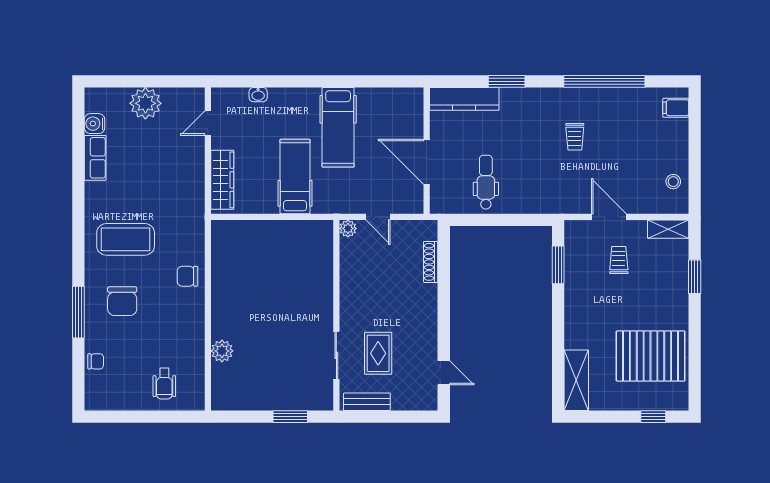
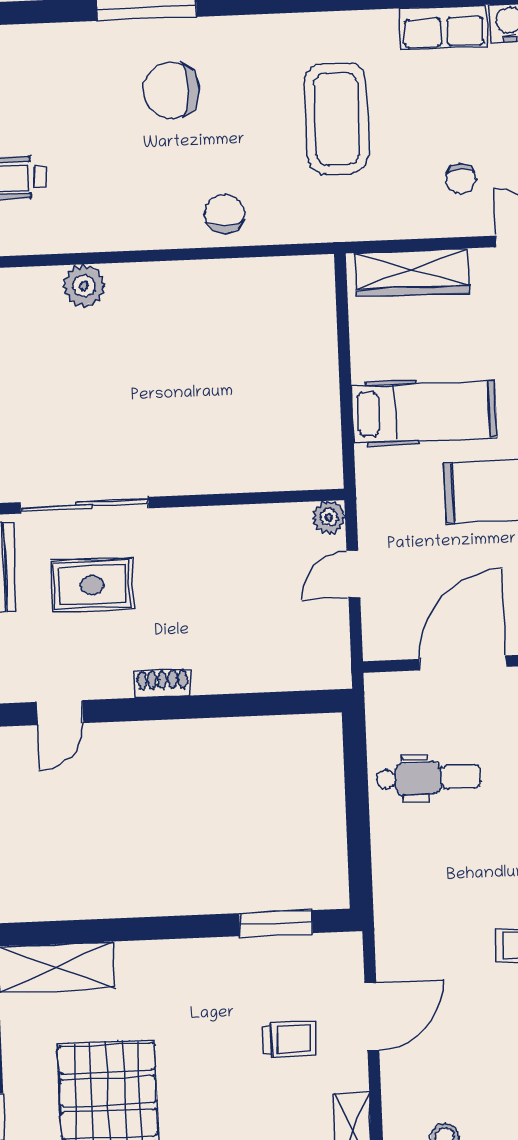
coffee table: (126, 239) -> (337, 119), moved
shoe rack: (431, 262) -> (162, 683), moved, width x0.70
sliding door: (336, 355) -> (85, 505), width x1.37
chair: (96, 361) -> (461, 179), moved

